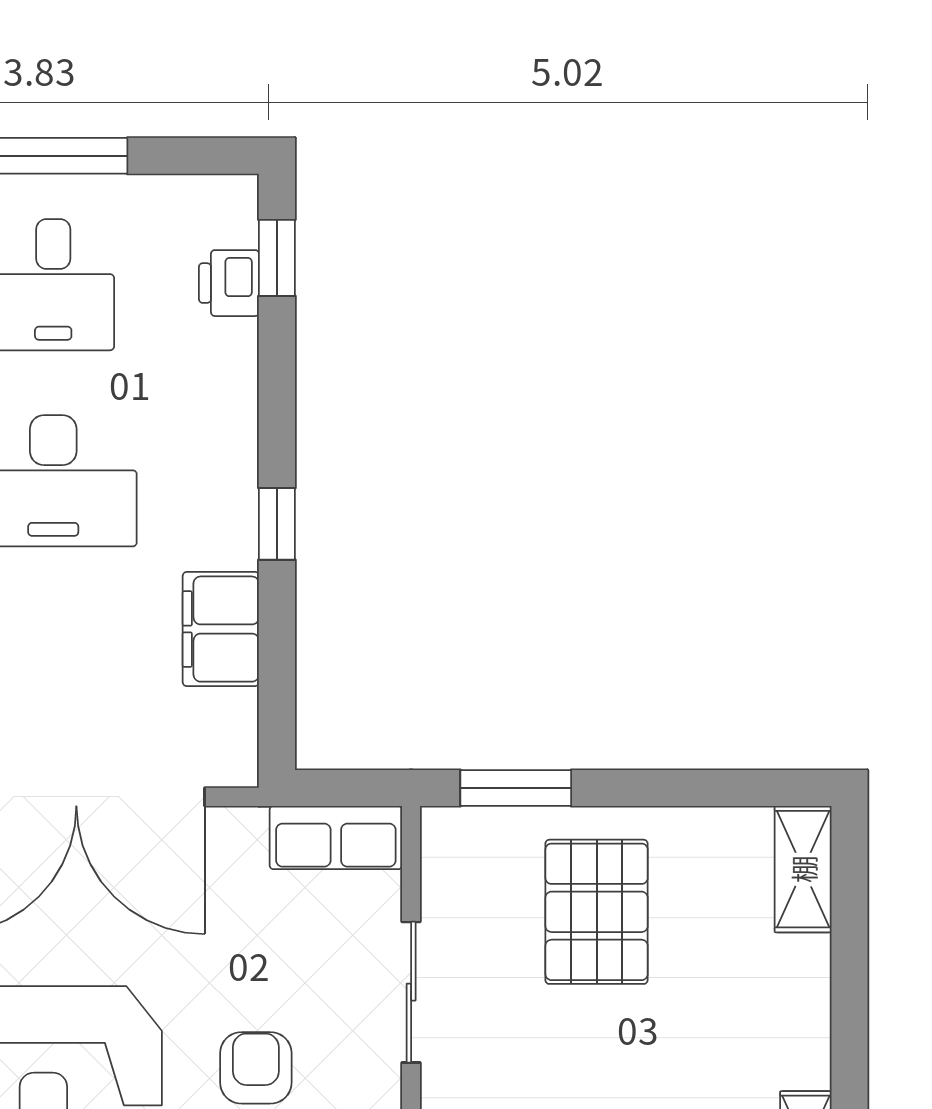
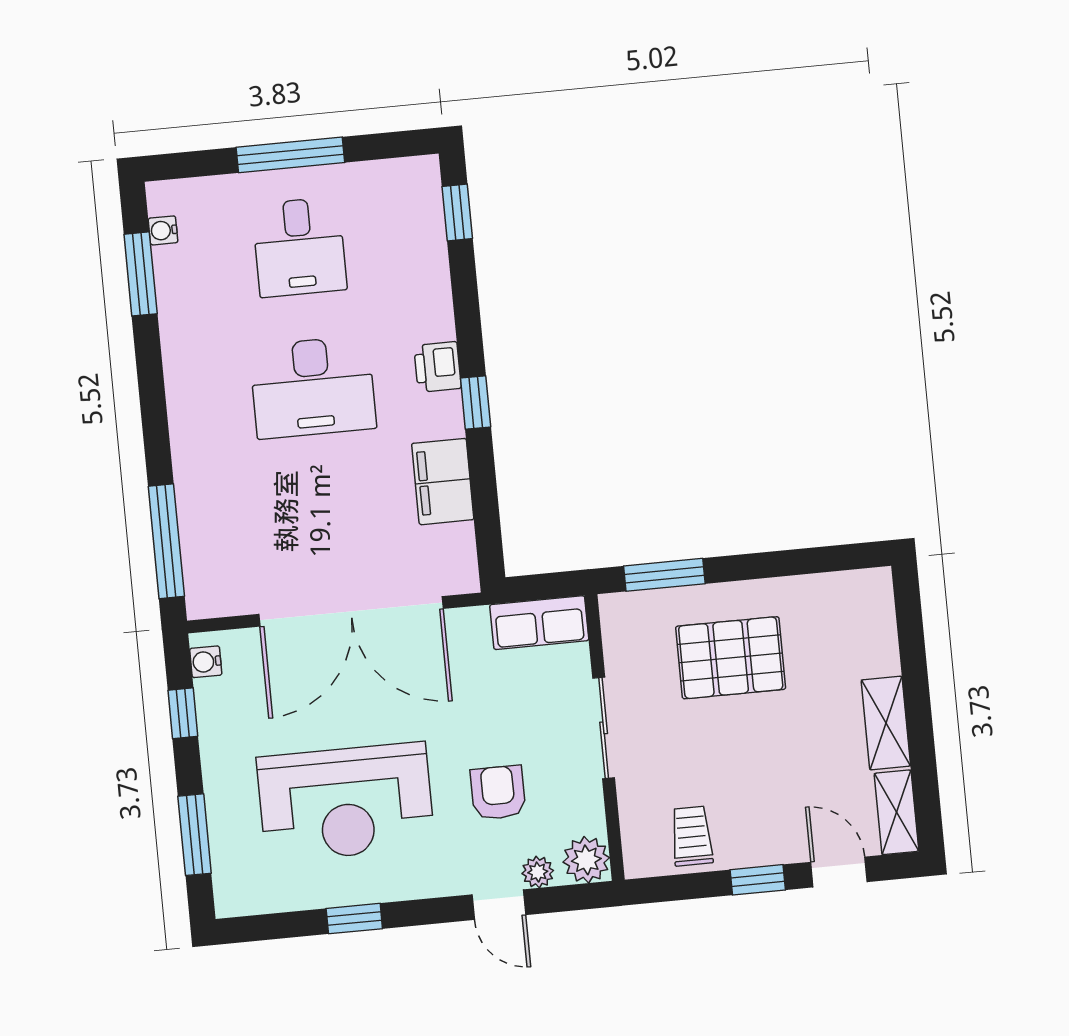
printer: (229, 283) -> (438, 367), moved
shelving: (803, 869) -> (886, 723), moved
pallet: (597, 912) -> (731, 658), turned 90

